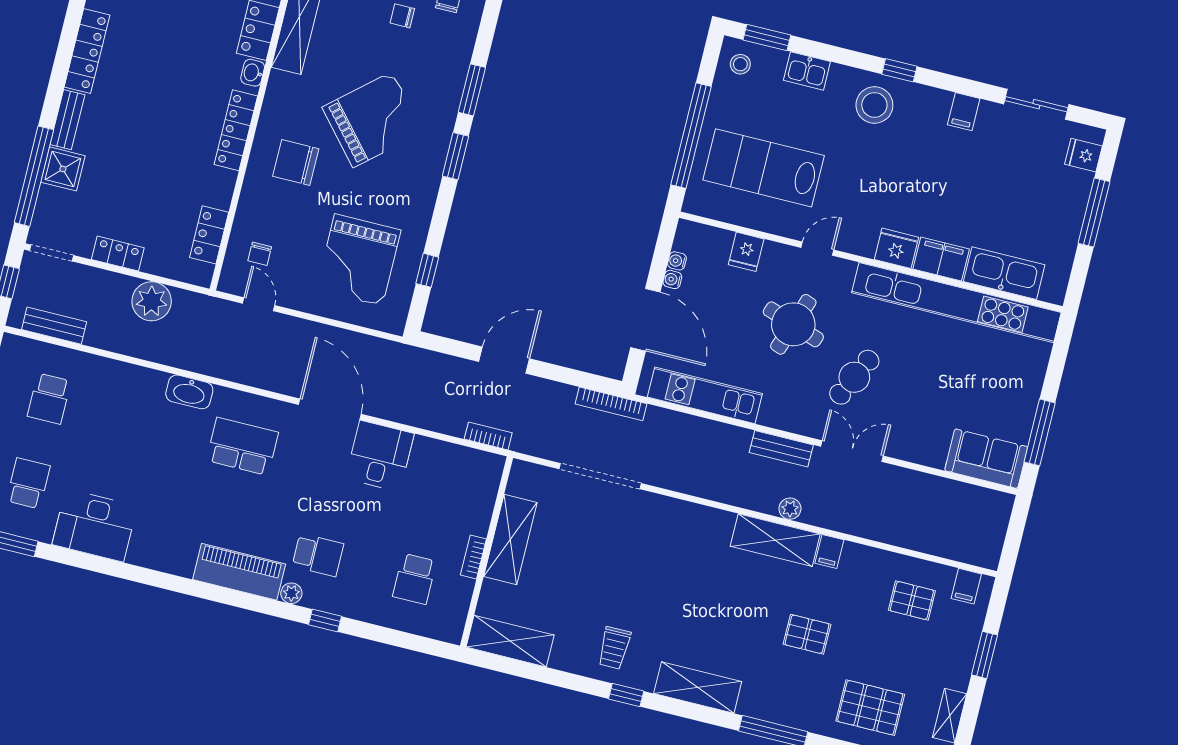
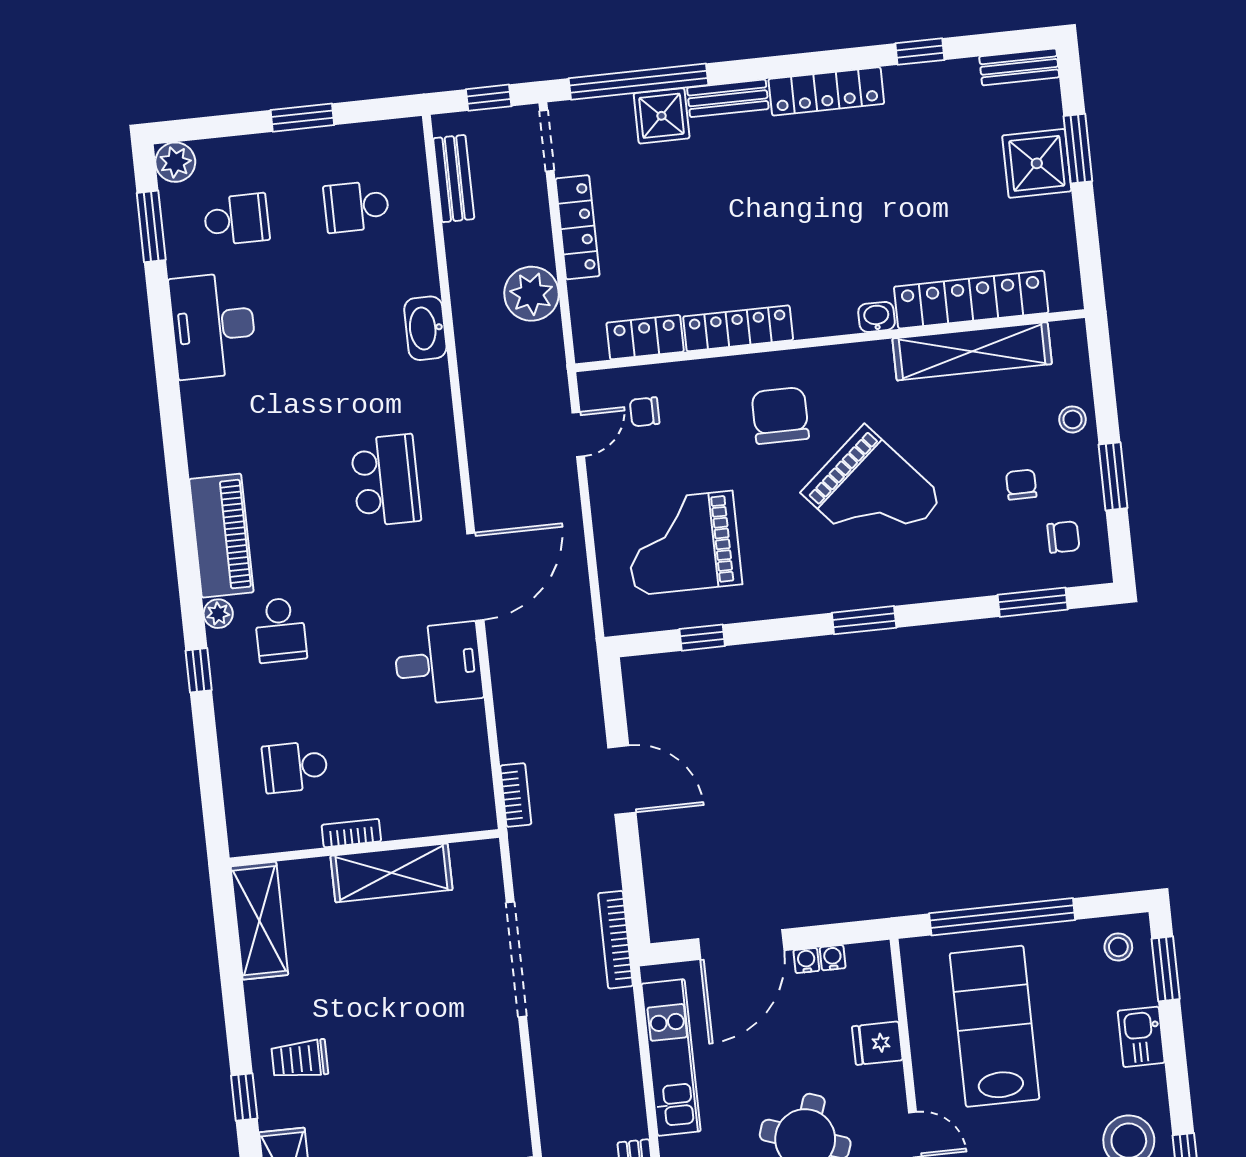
window: (472, 90) -> (1033, 602), moved
locker: (236, 130) -> (738, 328), moved
locker: (118, 254) -> (578, 227), width x1.53
washbasin: (189, 392) -> (425, 328), moved

